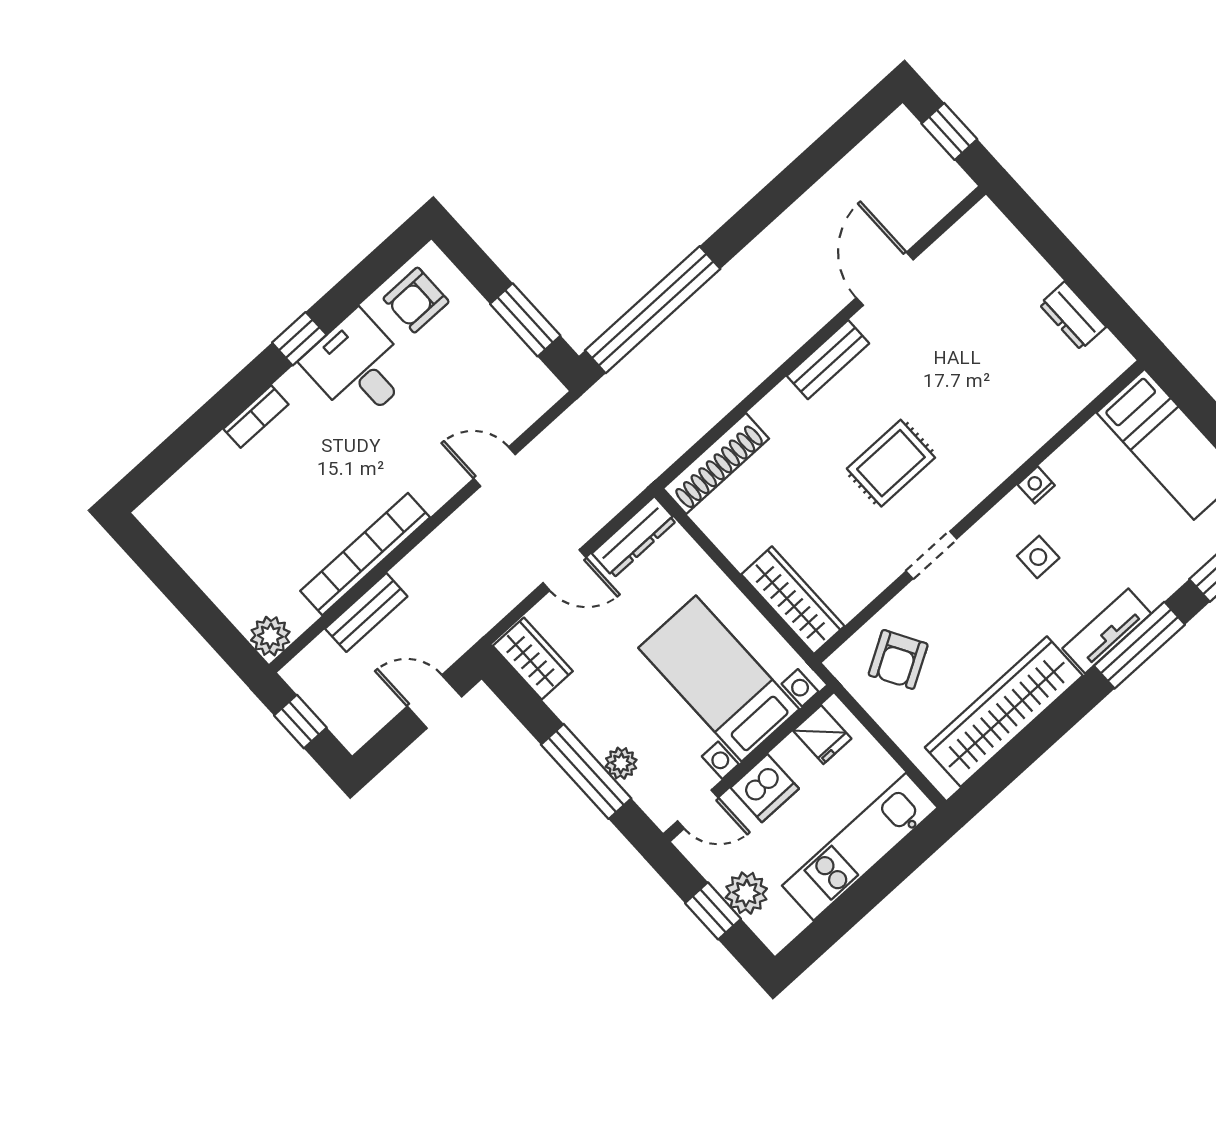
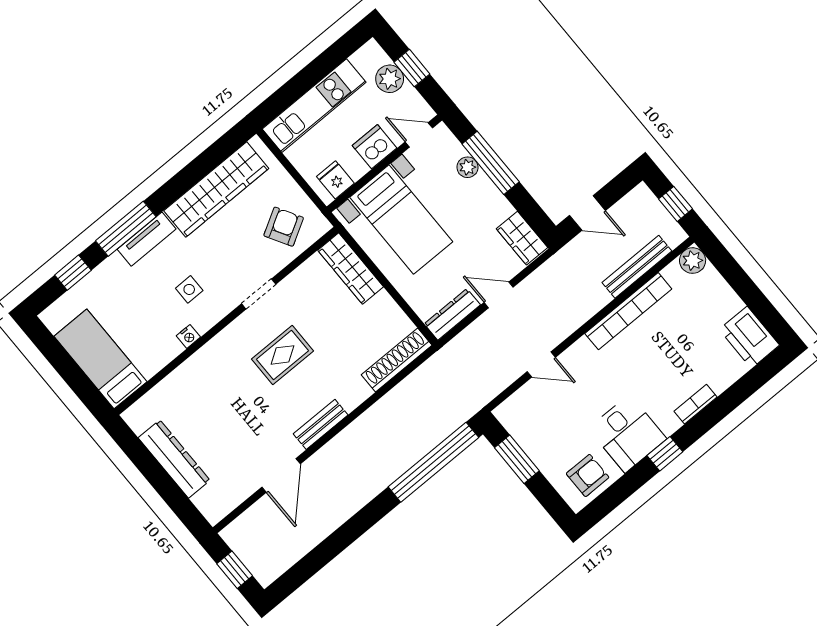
dresser: (1073, 316) -> (174, 459), width x1.96, depth x1.24
printer: (178, 523) -> (749, 337), added
bench: (366, 613) -> (637, 267), width x1.36

